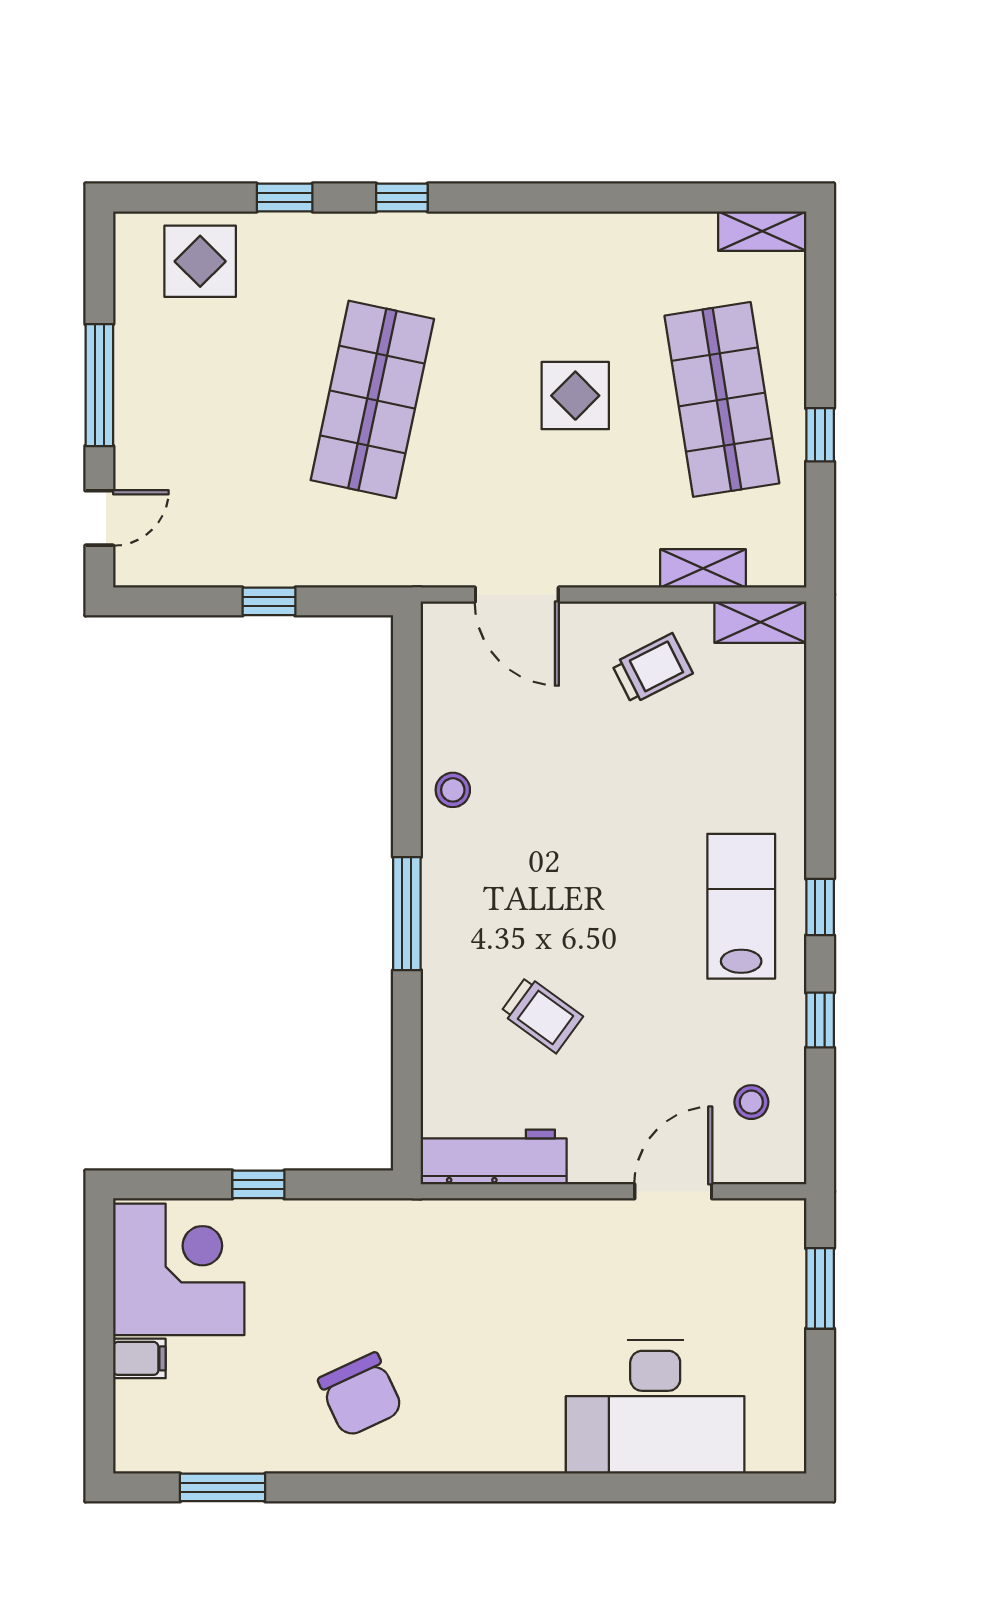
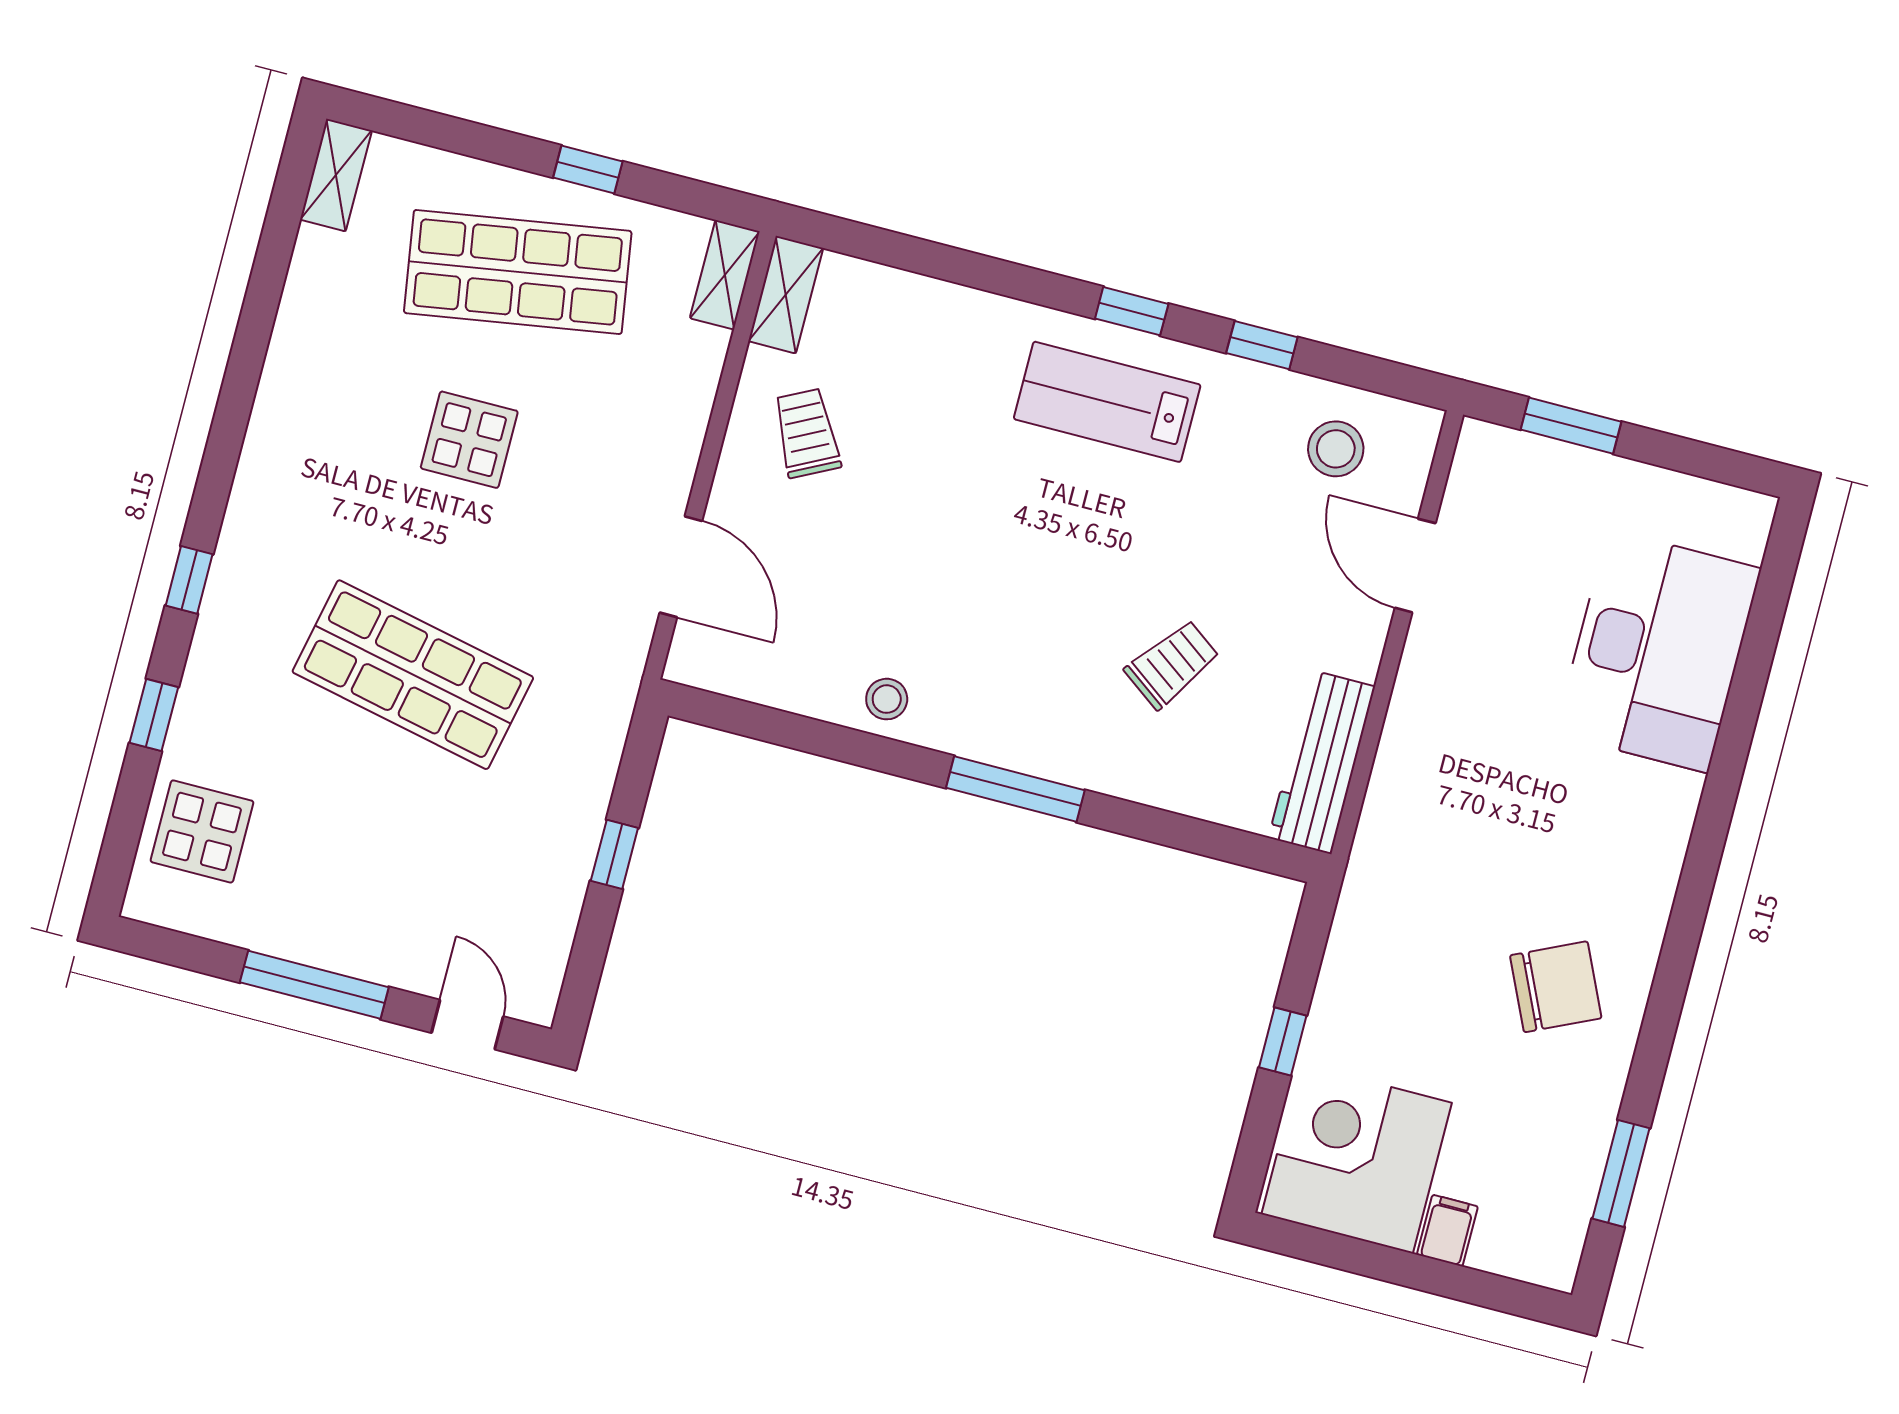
shelving: (703, 568) -> (725, 275), moved
door: (517, 595) -> (681, 567), hinge flipped
stool: (751, 1102) -> (1336, 449), width x1.37, depth x1.37

